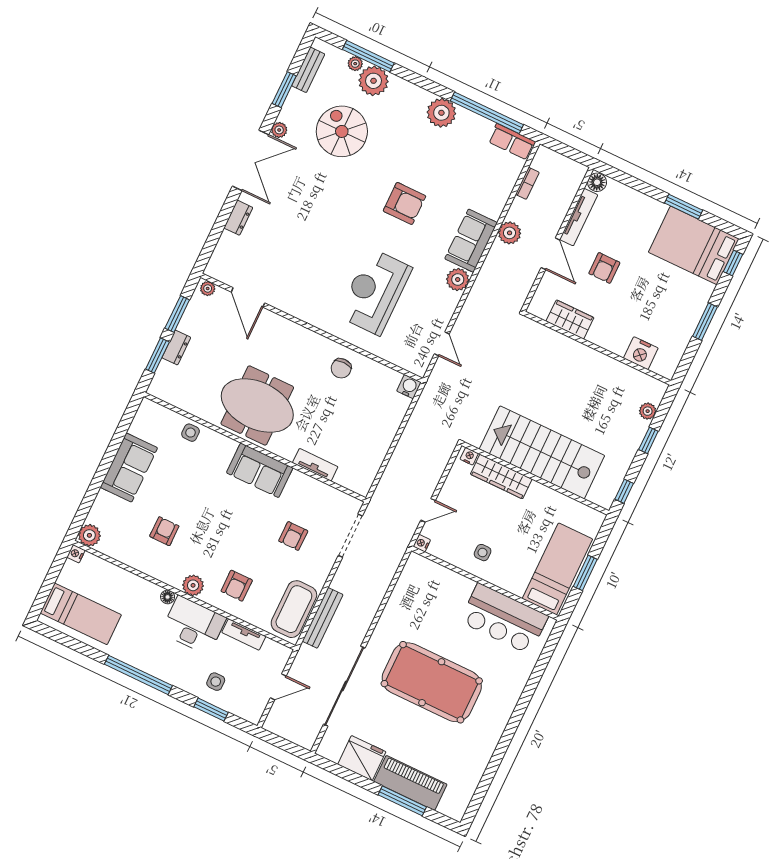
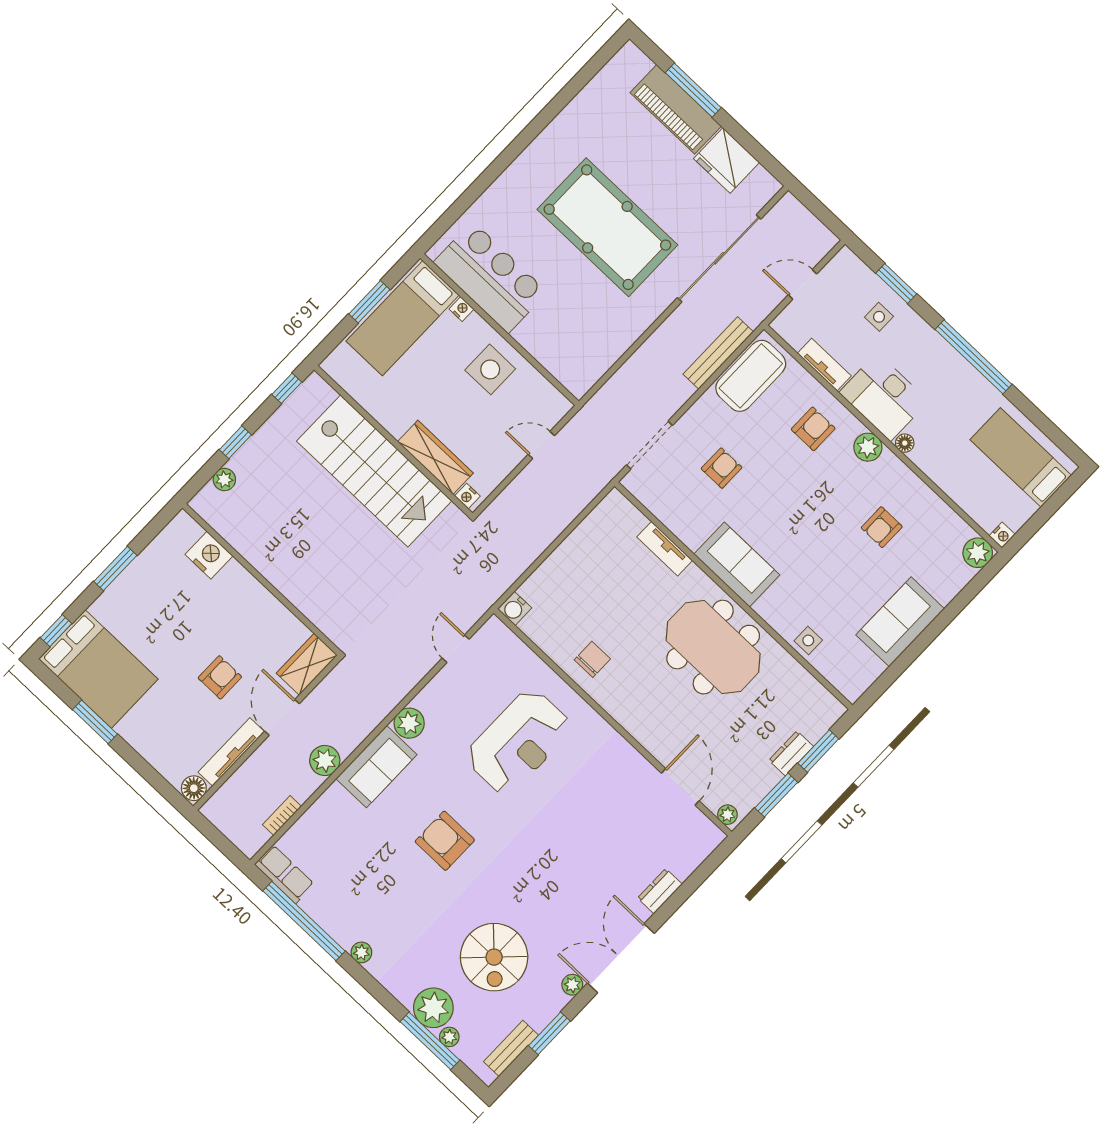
plant: (441, 113) -> (361, 952), width x0.53, depth x0.53
wardrobe: (570, 319) -> (307, 664), moved, turned 90
nightstand: (422, 543) -> (462, 309), moved, turned -90
side table: (483, 553) -> (490, 369), width x1.87, depth x1.87

